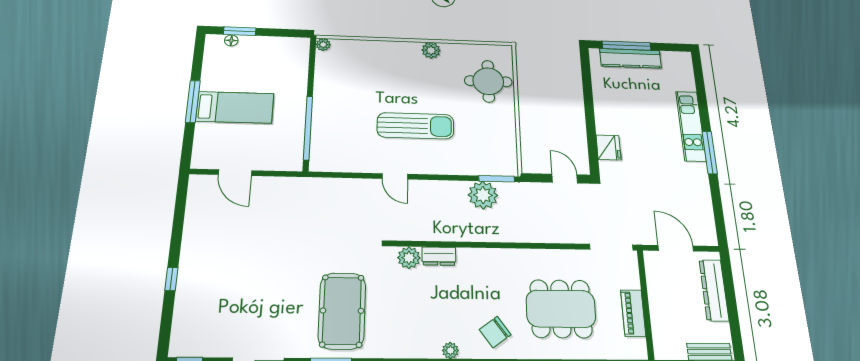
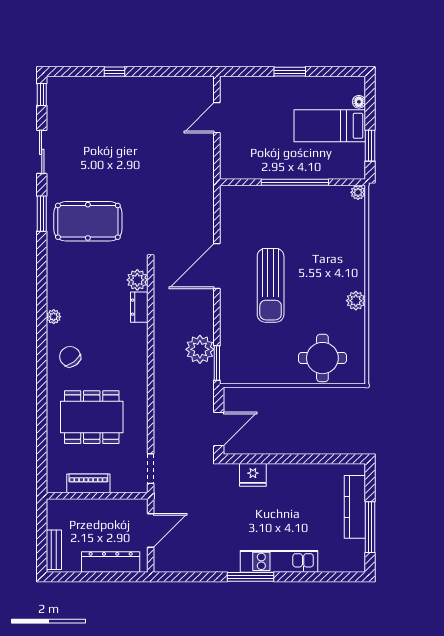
window: (240, 31) -> (370, 146), moved
window: (627, 46) -> (370, 527), moved
window: (193, 101) -> (290, 72), width x0.69
bed: (235, 107) -> (330, 126), moved, turned 90
window: (308, 128) -> (295, 182), moved
door: (395, 176) -> (217, 266), width x1.87
door: (565, 179) -> (219, 429), width x1.37
doorway: (611, 247) -> (151, 469), width x0.73
dining table: (561, 309) -> (92, 417), turned 90

